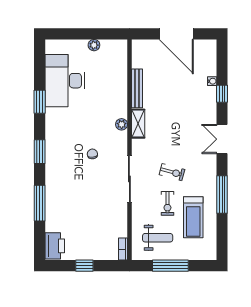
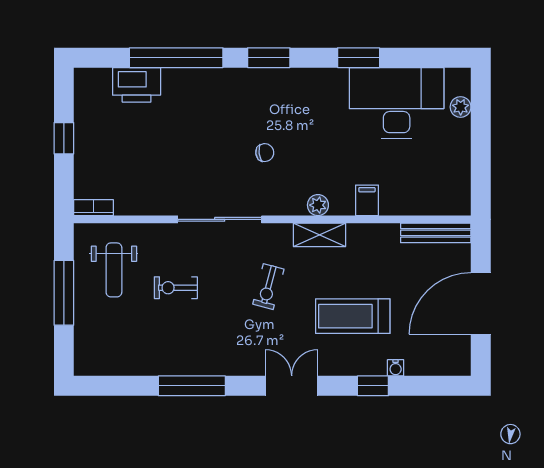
plant: (94, 45) -> (461, 107), moved
bench: (137, 88) -> (436, 233), moved
filing cabinet: (119, 97) -> (367, 200), added
exercise bike: (172, 172) -> (268, 287), moved
window: (40, 203) -> (176, 58), width x1.46
treadmill: (193, 217) -> (353, 316), moved
printer: (55, 246) -> (137, 85), moved

